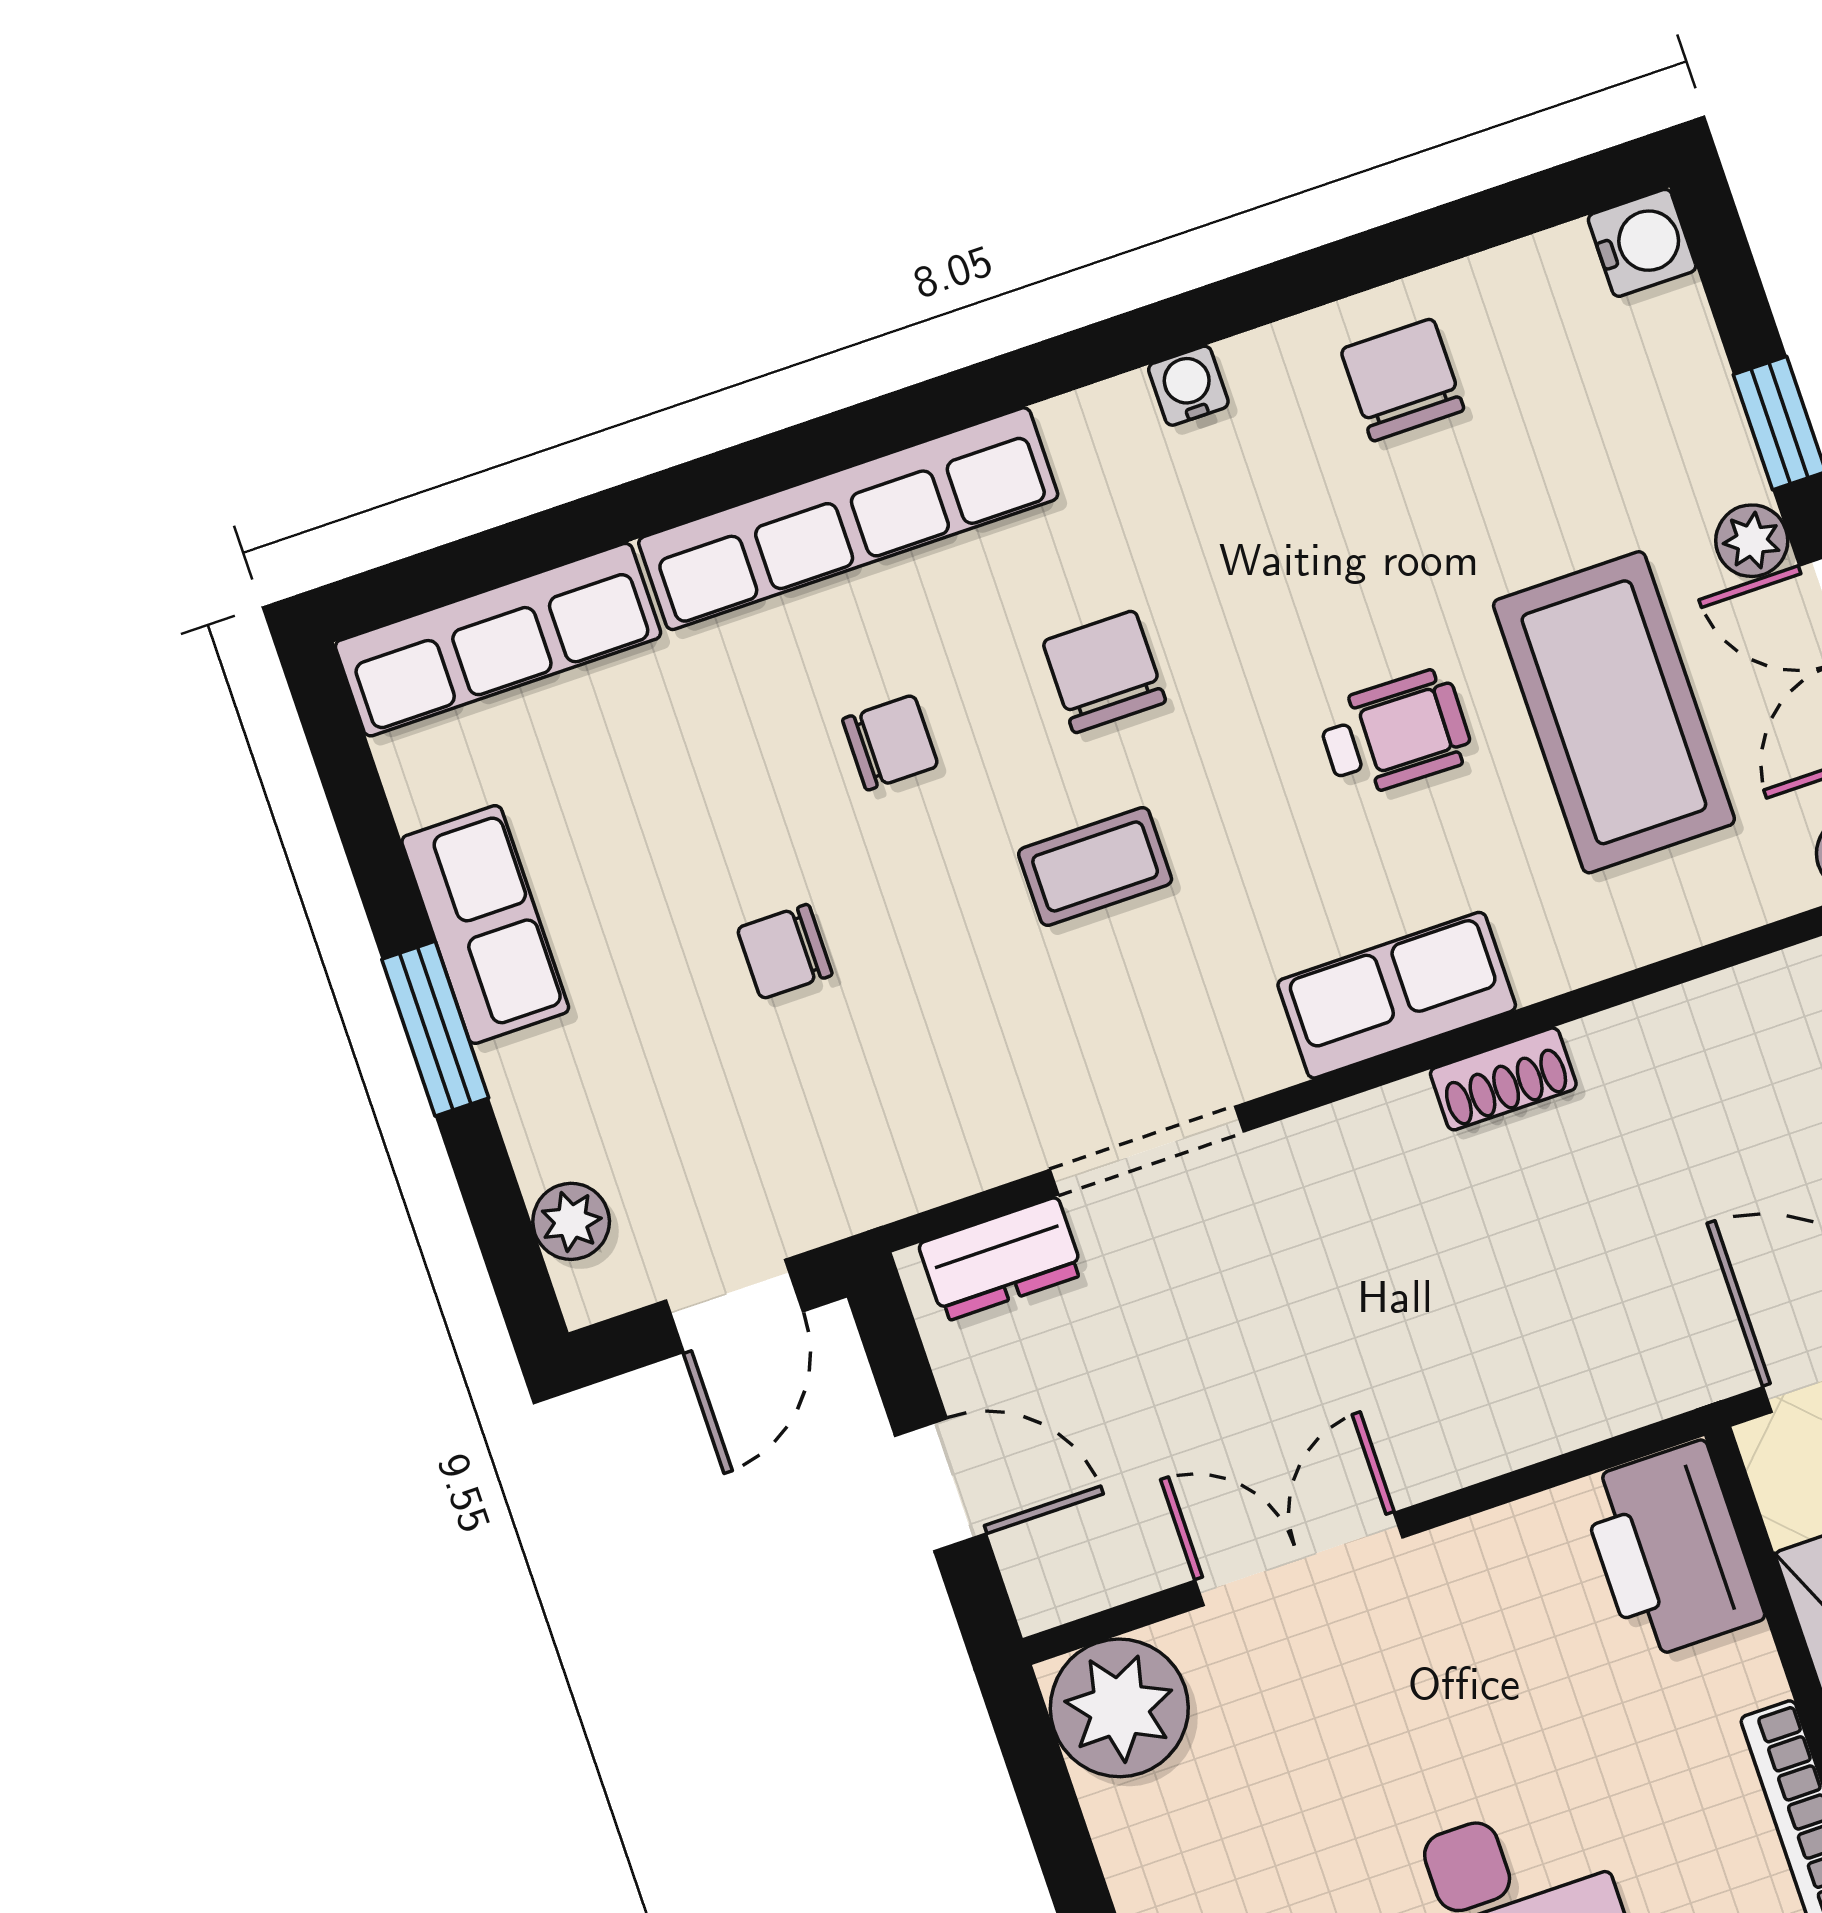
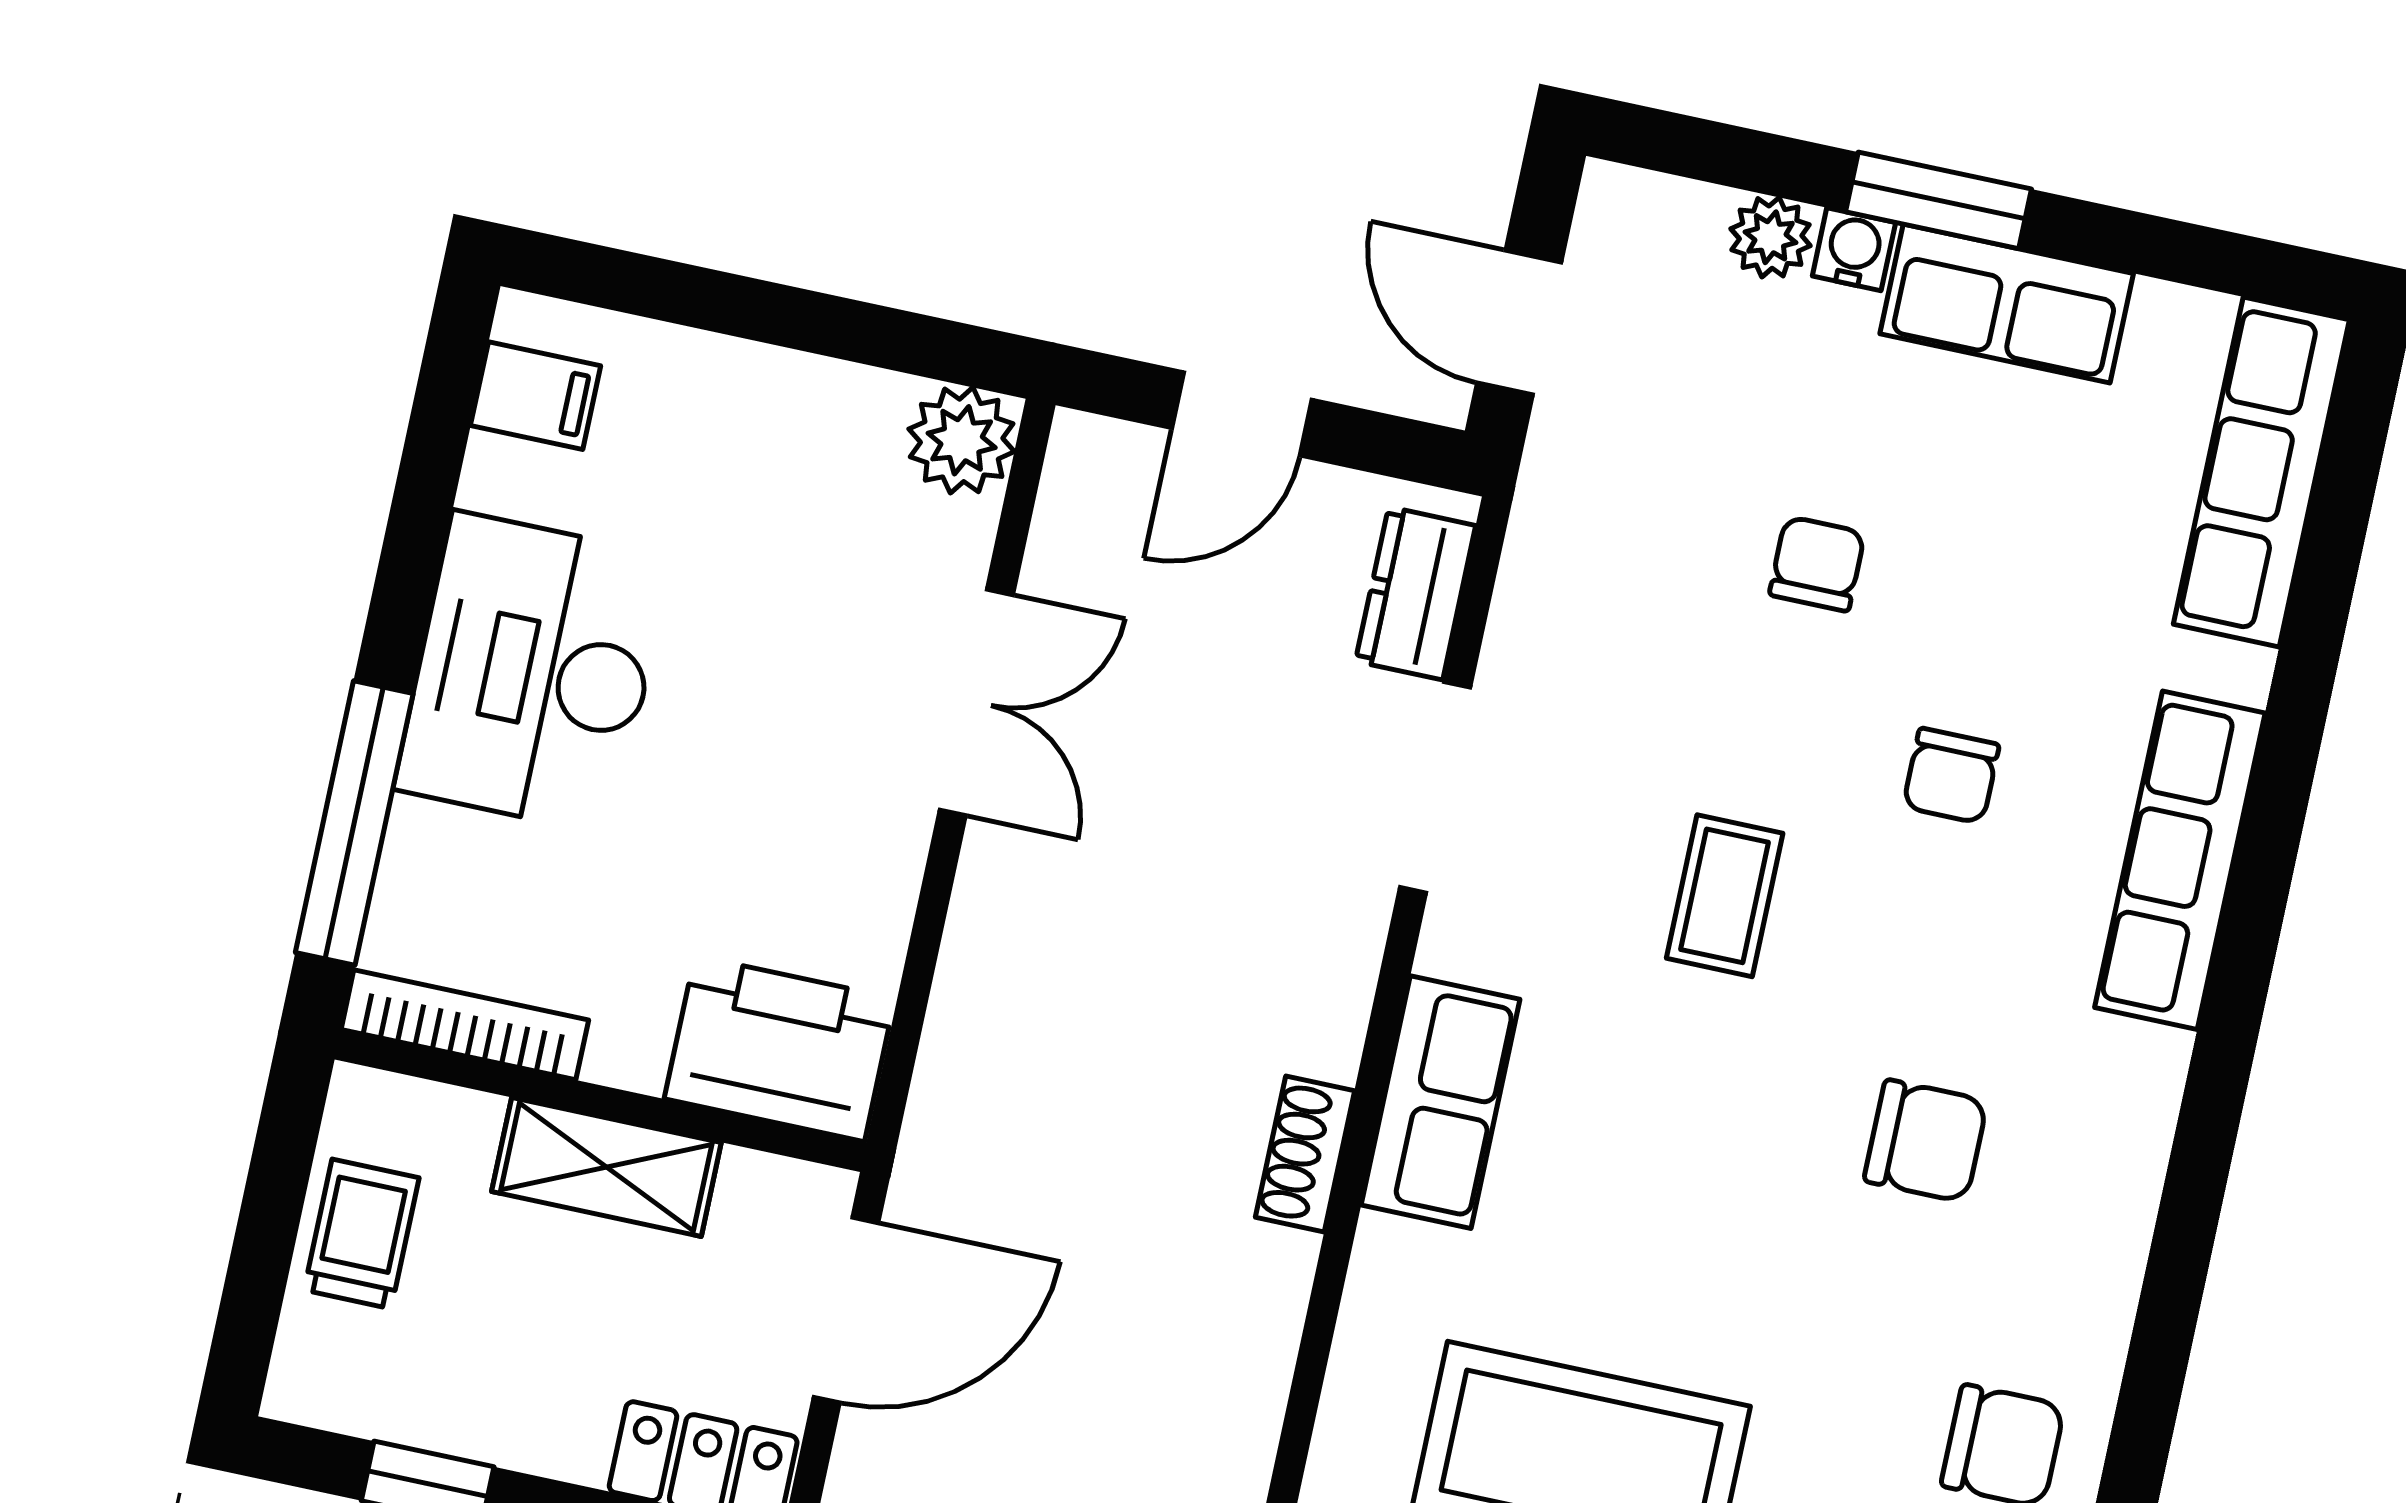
water cooler: (1188, 386) -> (1854, 249), moved, turned -90
row of seats: (848, 519) -> (2180, 860), width x0.73
chair: (1104, 672) -> (1926, 1141), moved
wheelchair: (1395, 733) -> (1682, 1244), removed
plant: (571, 1221) -> (1771, 237), moved
plant: (1119, 1708) -> (962, 440), width x0.73, depth x0.73

